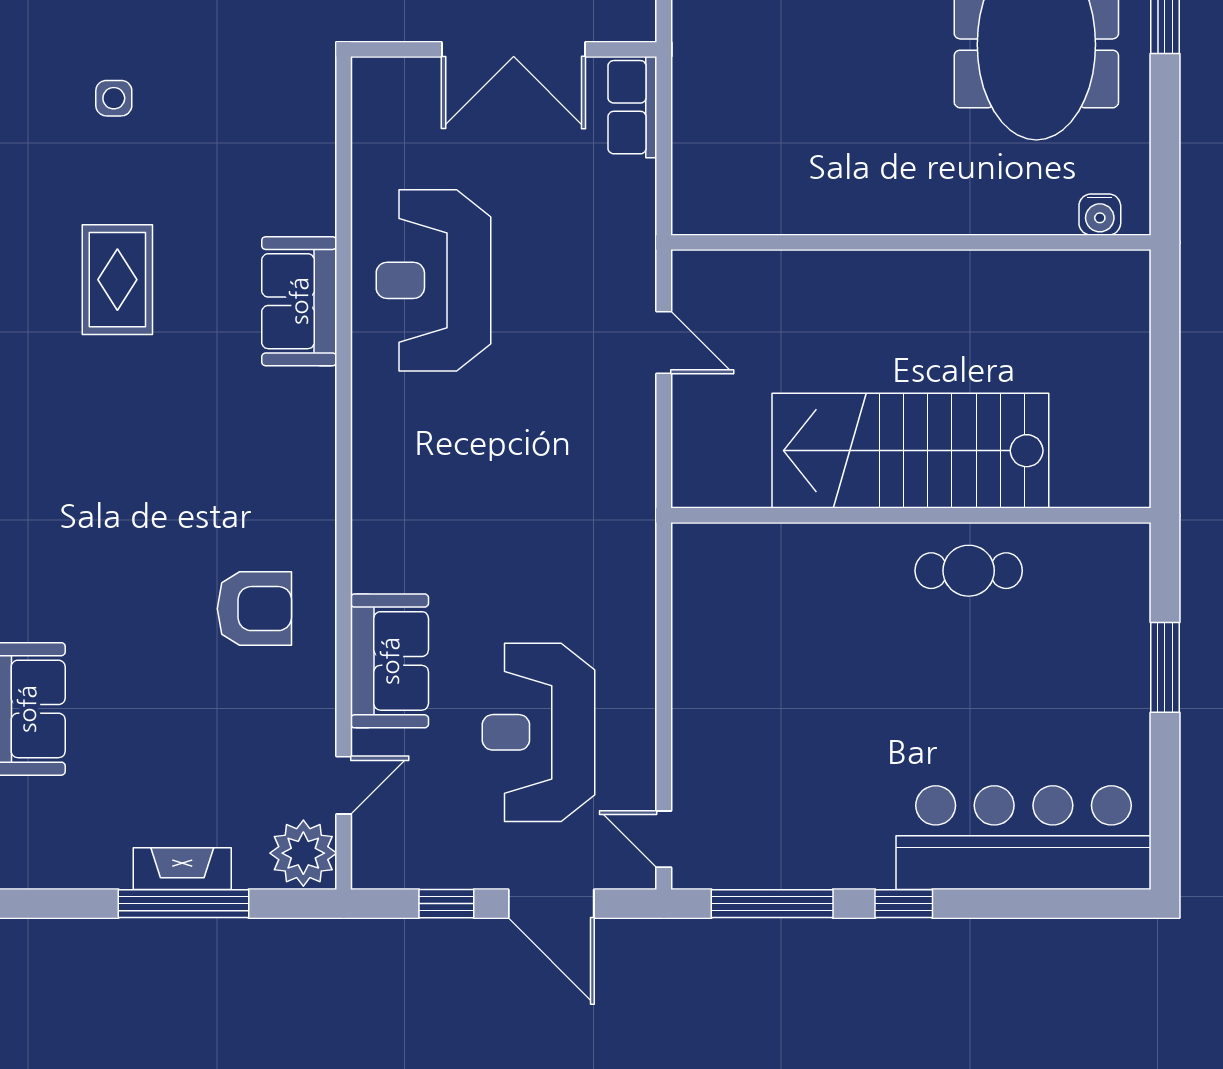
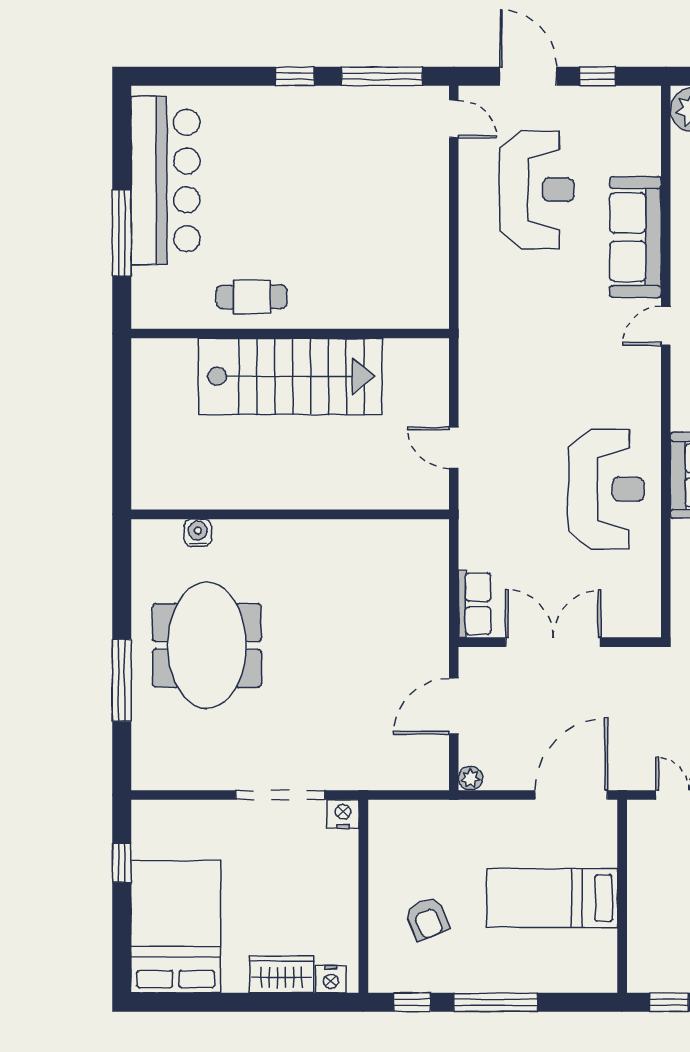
water cooler: (1100, 215) -> (198, 533), moved
sofa: (390, 661) -> (635, 237), width x1.36
window: (1165, 667) -> (122, 233), width x1.44
door: (344, 785) -> (666, 326), moved
bar counter: (1023, 838) -> (165, 180), moved, turned -90

